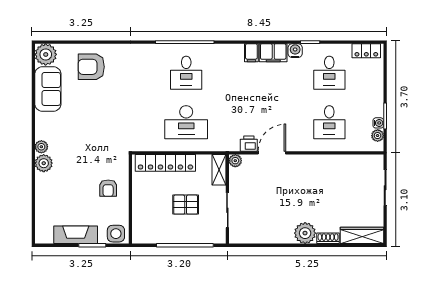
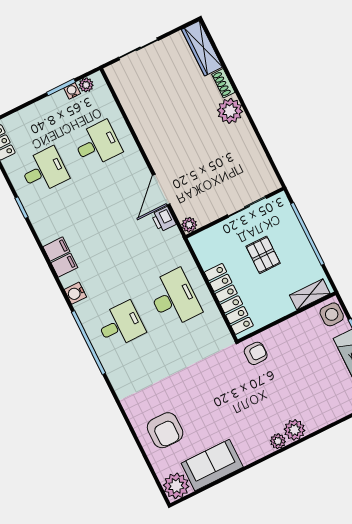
water cooler: (295, 51) -> (75, 293), moved
filing cabinet: (273, 53) -> (56, 249), width x0.50
door: (272, 153) -> (161, 190), hinge flipped
shelving: (219, 170) -> (310, 294), moved
armchair: (108, 188) -> (256, 353), moved

